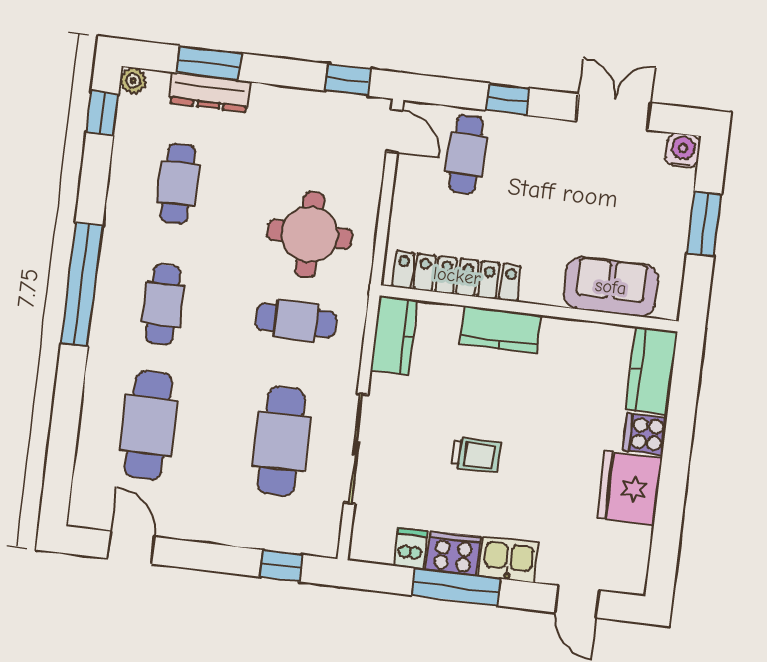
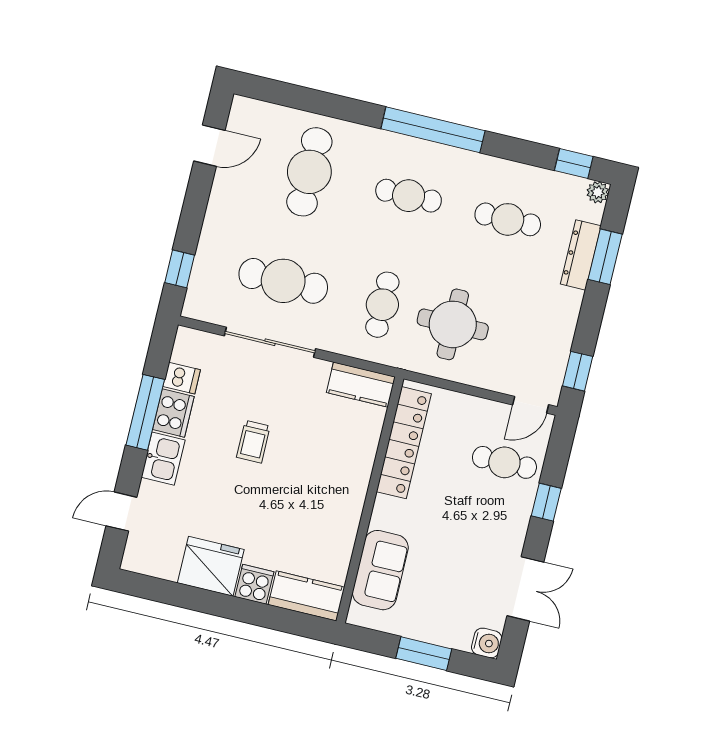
kitchen counter: (501, 330) -> (355, 474), removed
cafe table: (148, 425) -> (309, 172), turned 90

